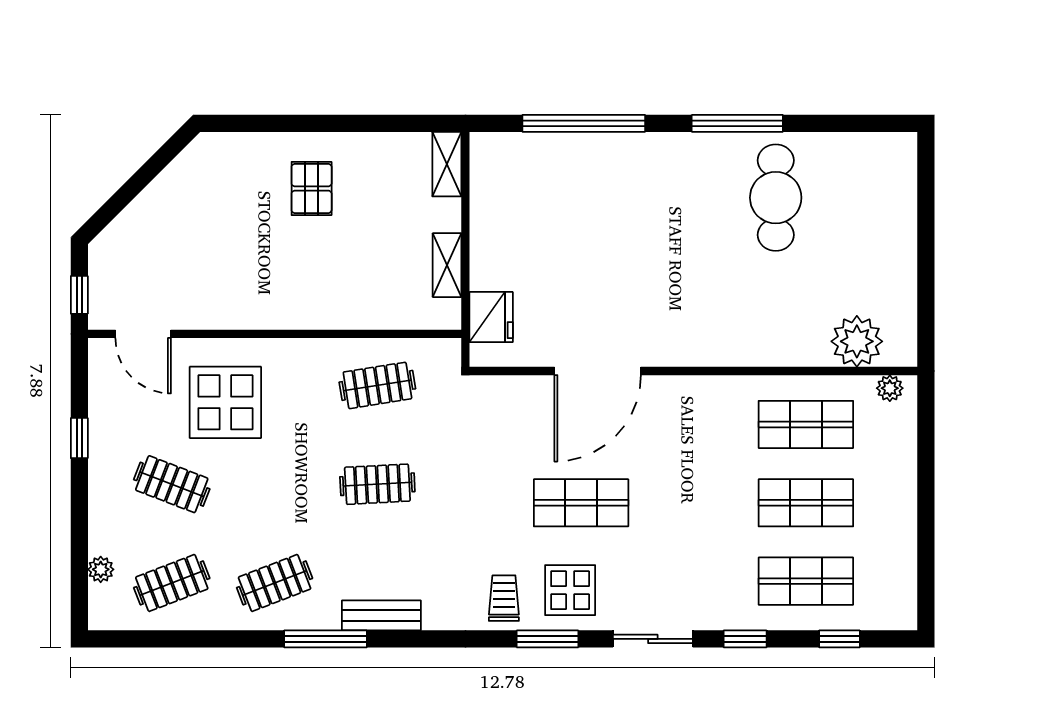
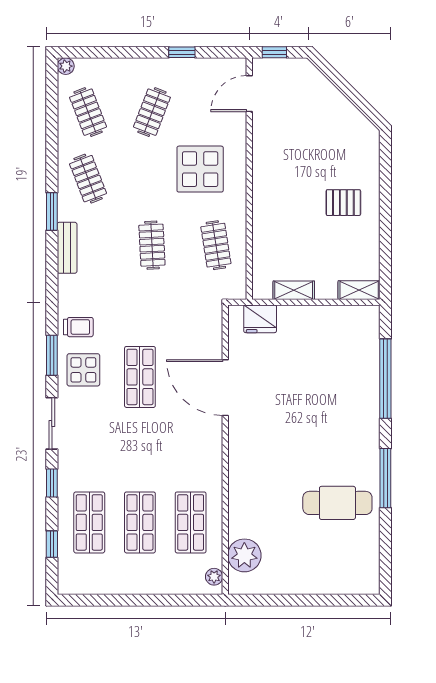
display table: (225, 402) -> (200, 169), moved
plant: (101, 569) -> (66, 66), moved
window: (325, 639) -> (52, 212), width x0.69

